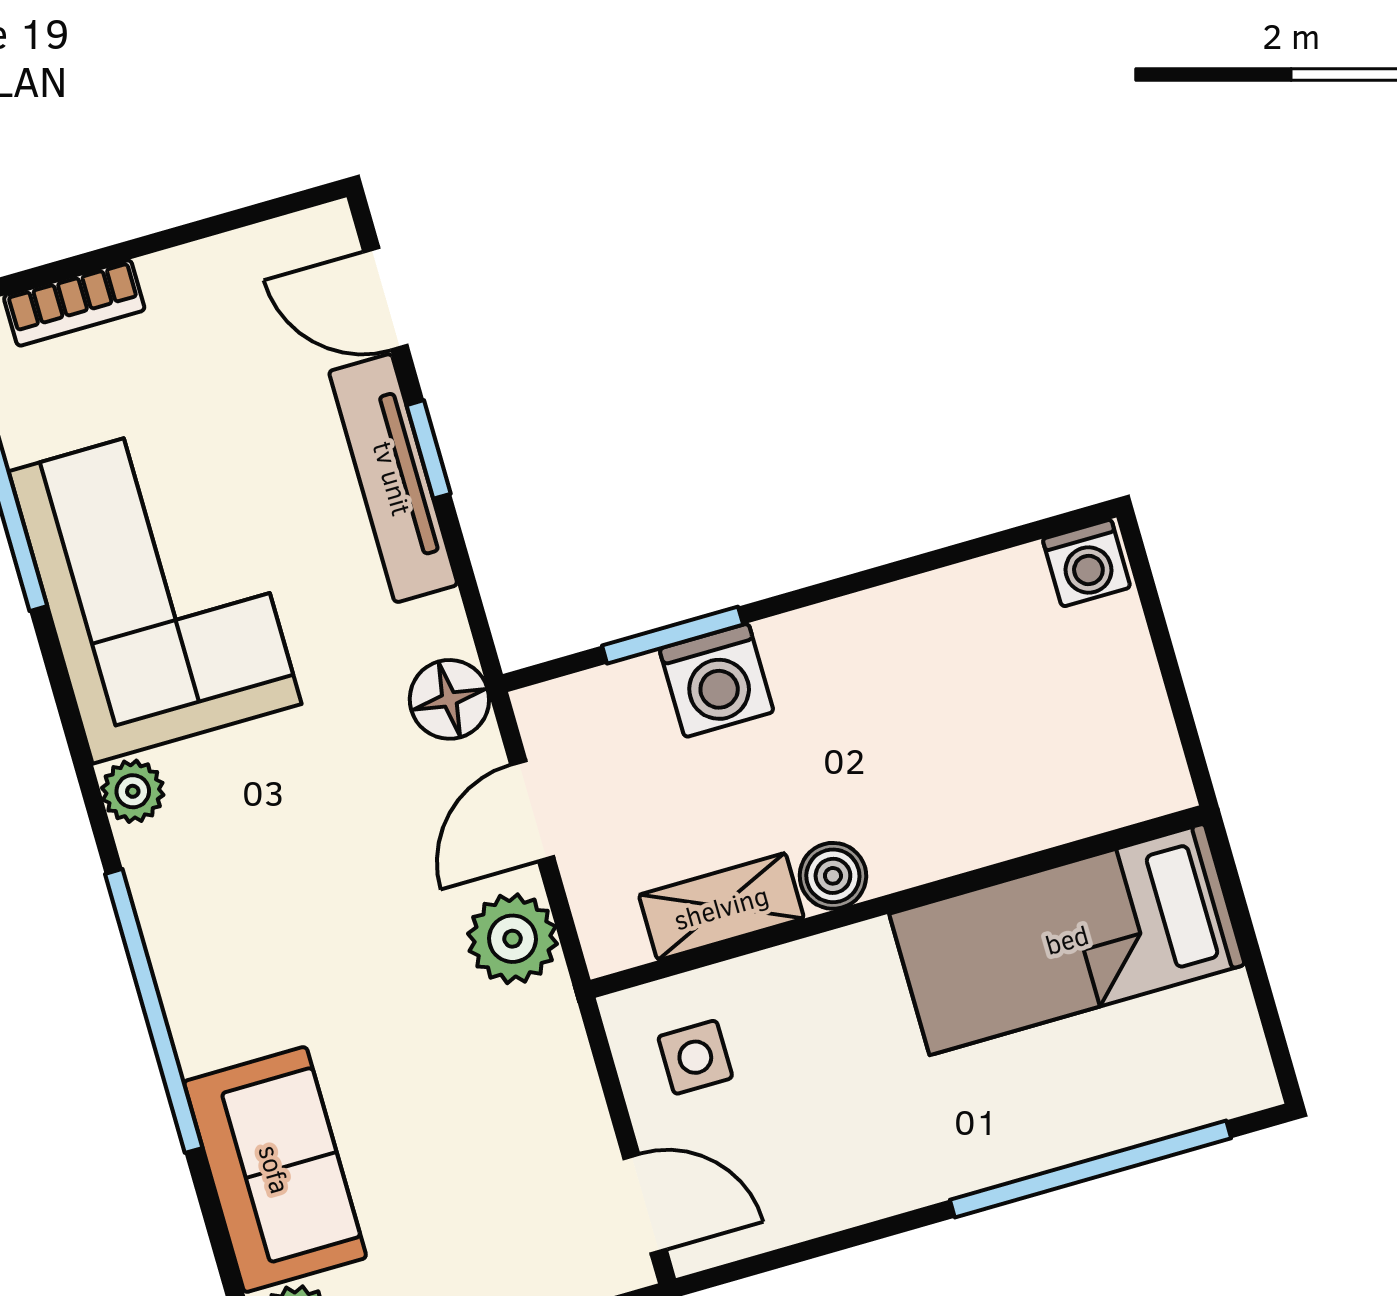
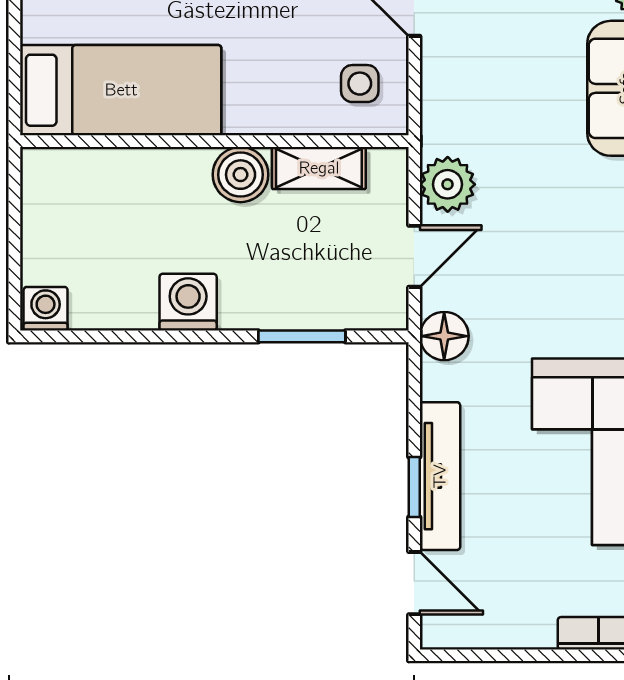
washing machine: (717, 680) -> (188, 302), moved
boiler: (833, 876) -> (241, 175), width x1.36, depth x1.36

